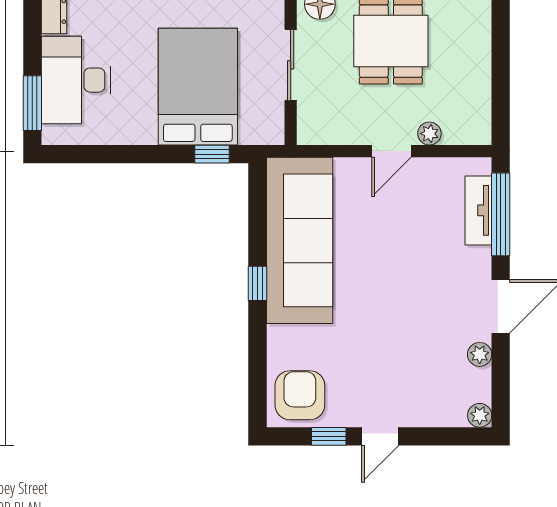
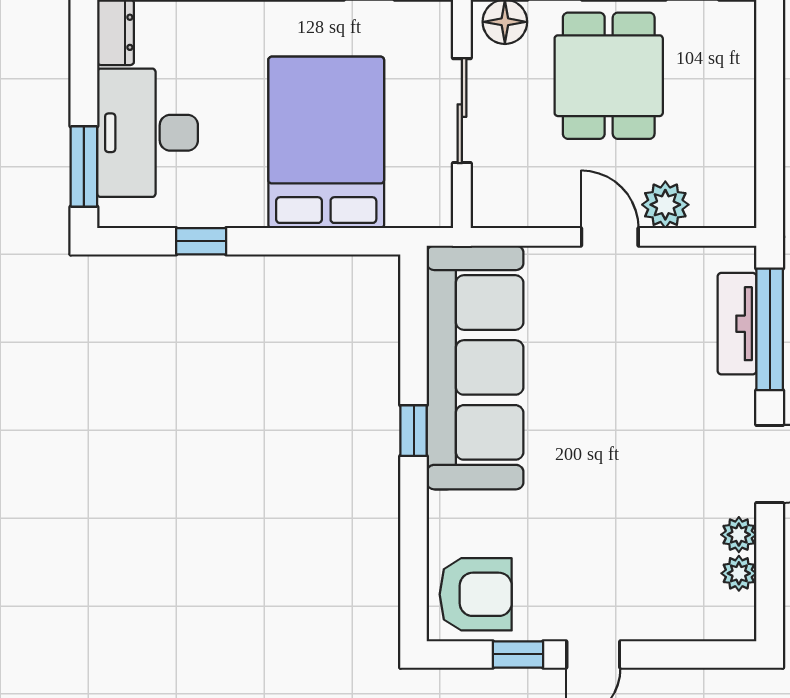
plant: (429, 134) -> (665, 205), width x1.38, depth x1.38
door: (391, 151) -> (610, 237), swing flipped
window: (212, 154) -> (201, 241), moved
armchair: (300, 395) -> (476, 594), turned 90
plant: (480, 415) -> (739, 573), moved

